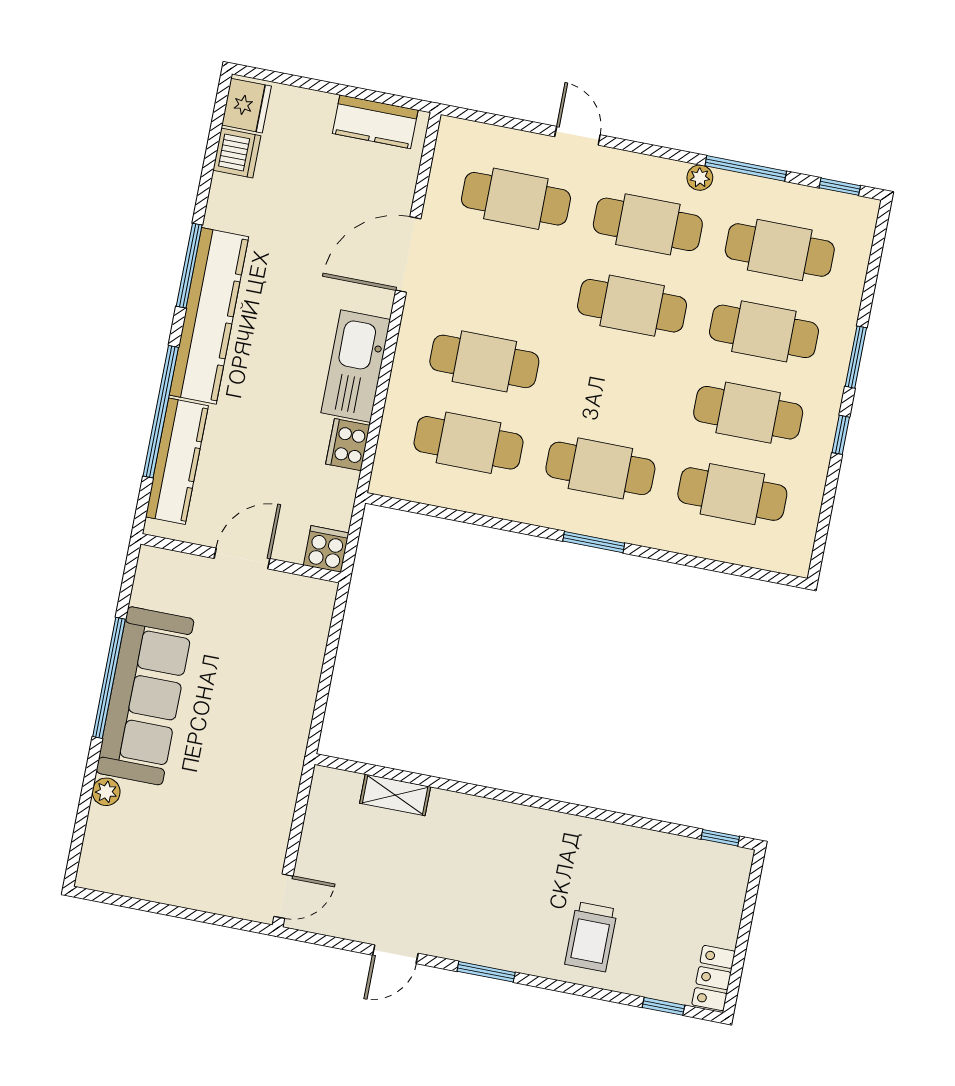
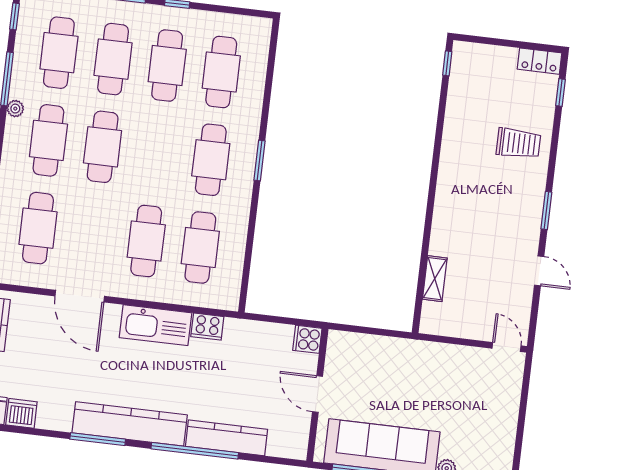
cooker: (326, 549) -> (307, 339), moved
wall: (241, 558) -> (317, 395), moved
door: (242, 558) -> (317, 394), moved

